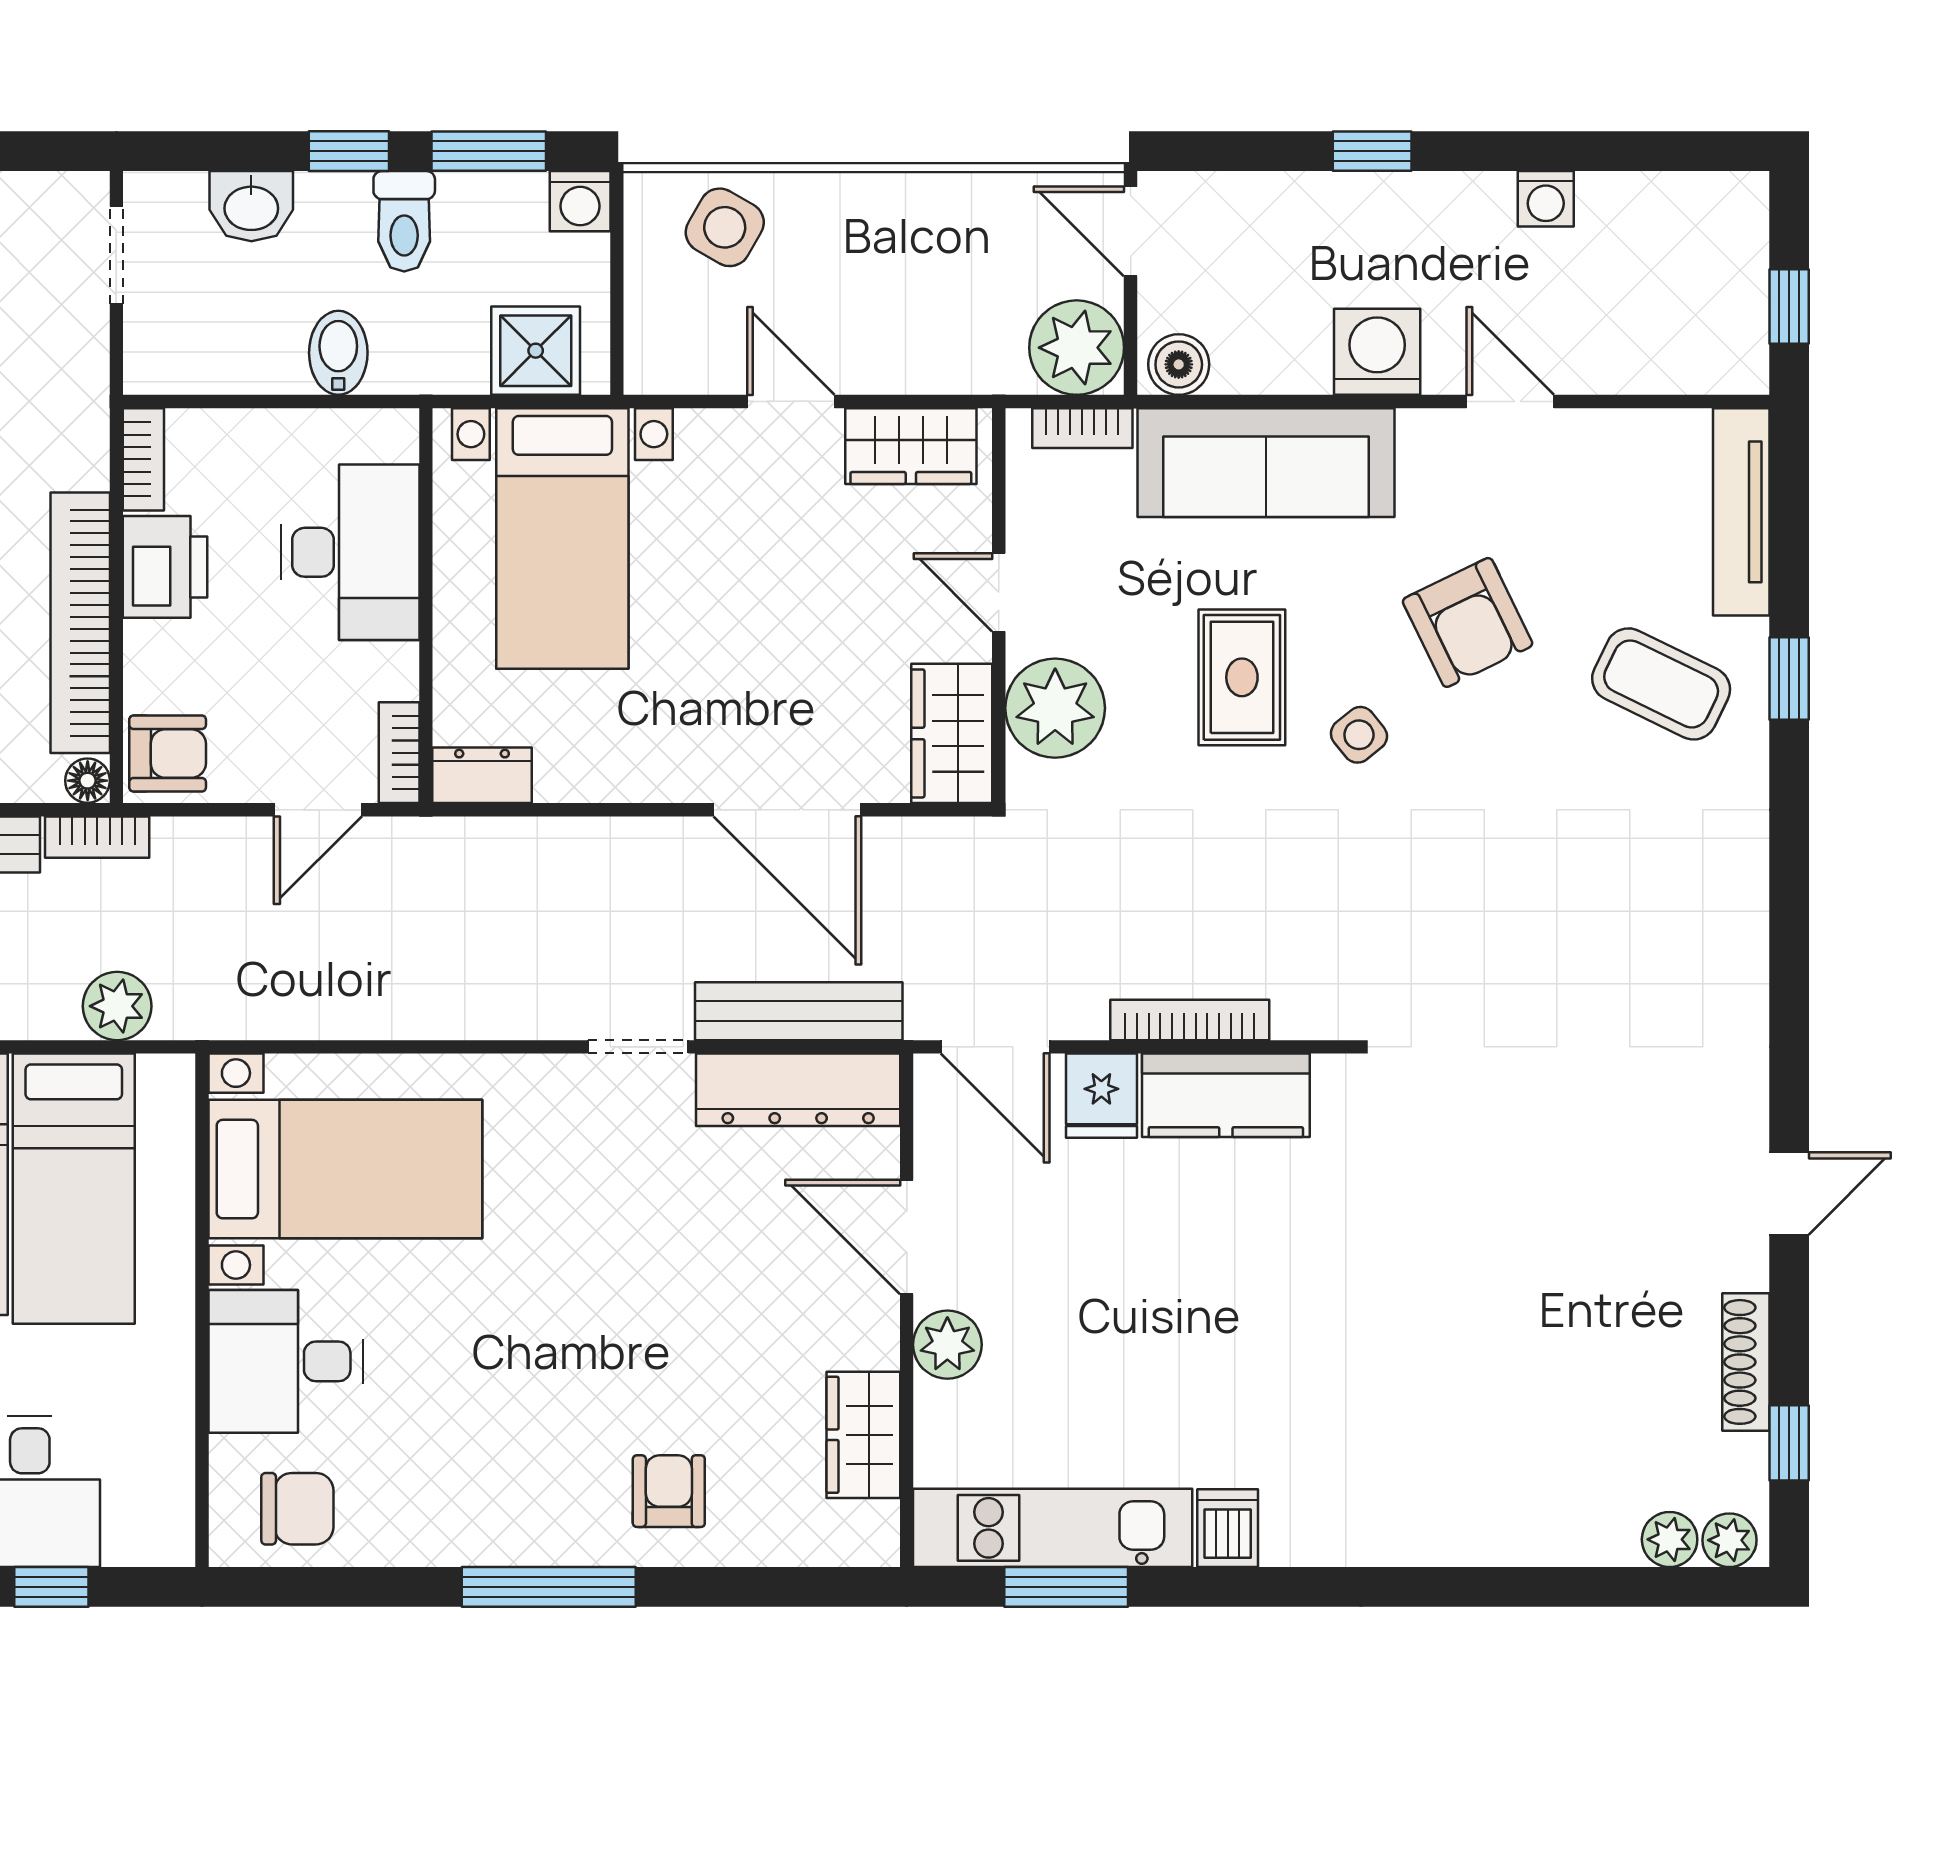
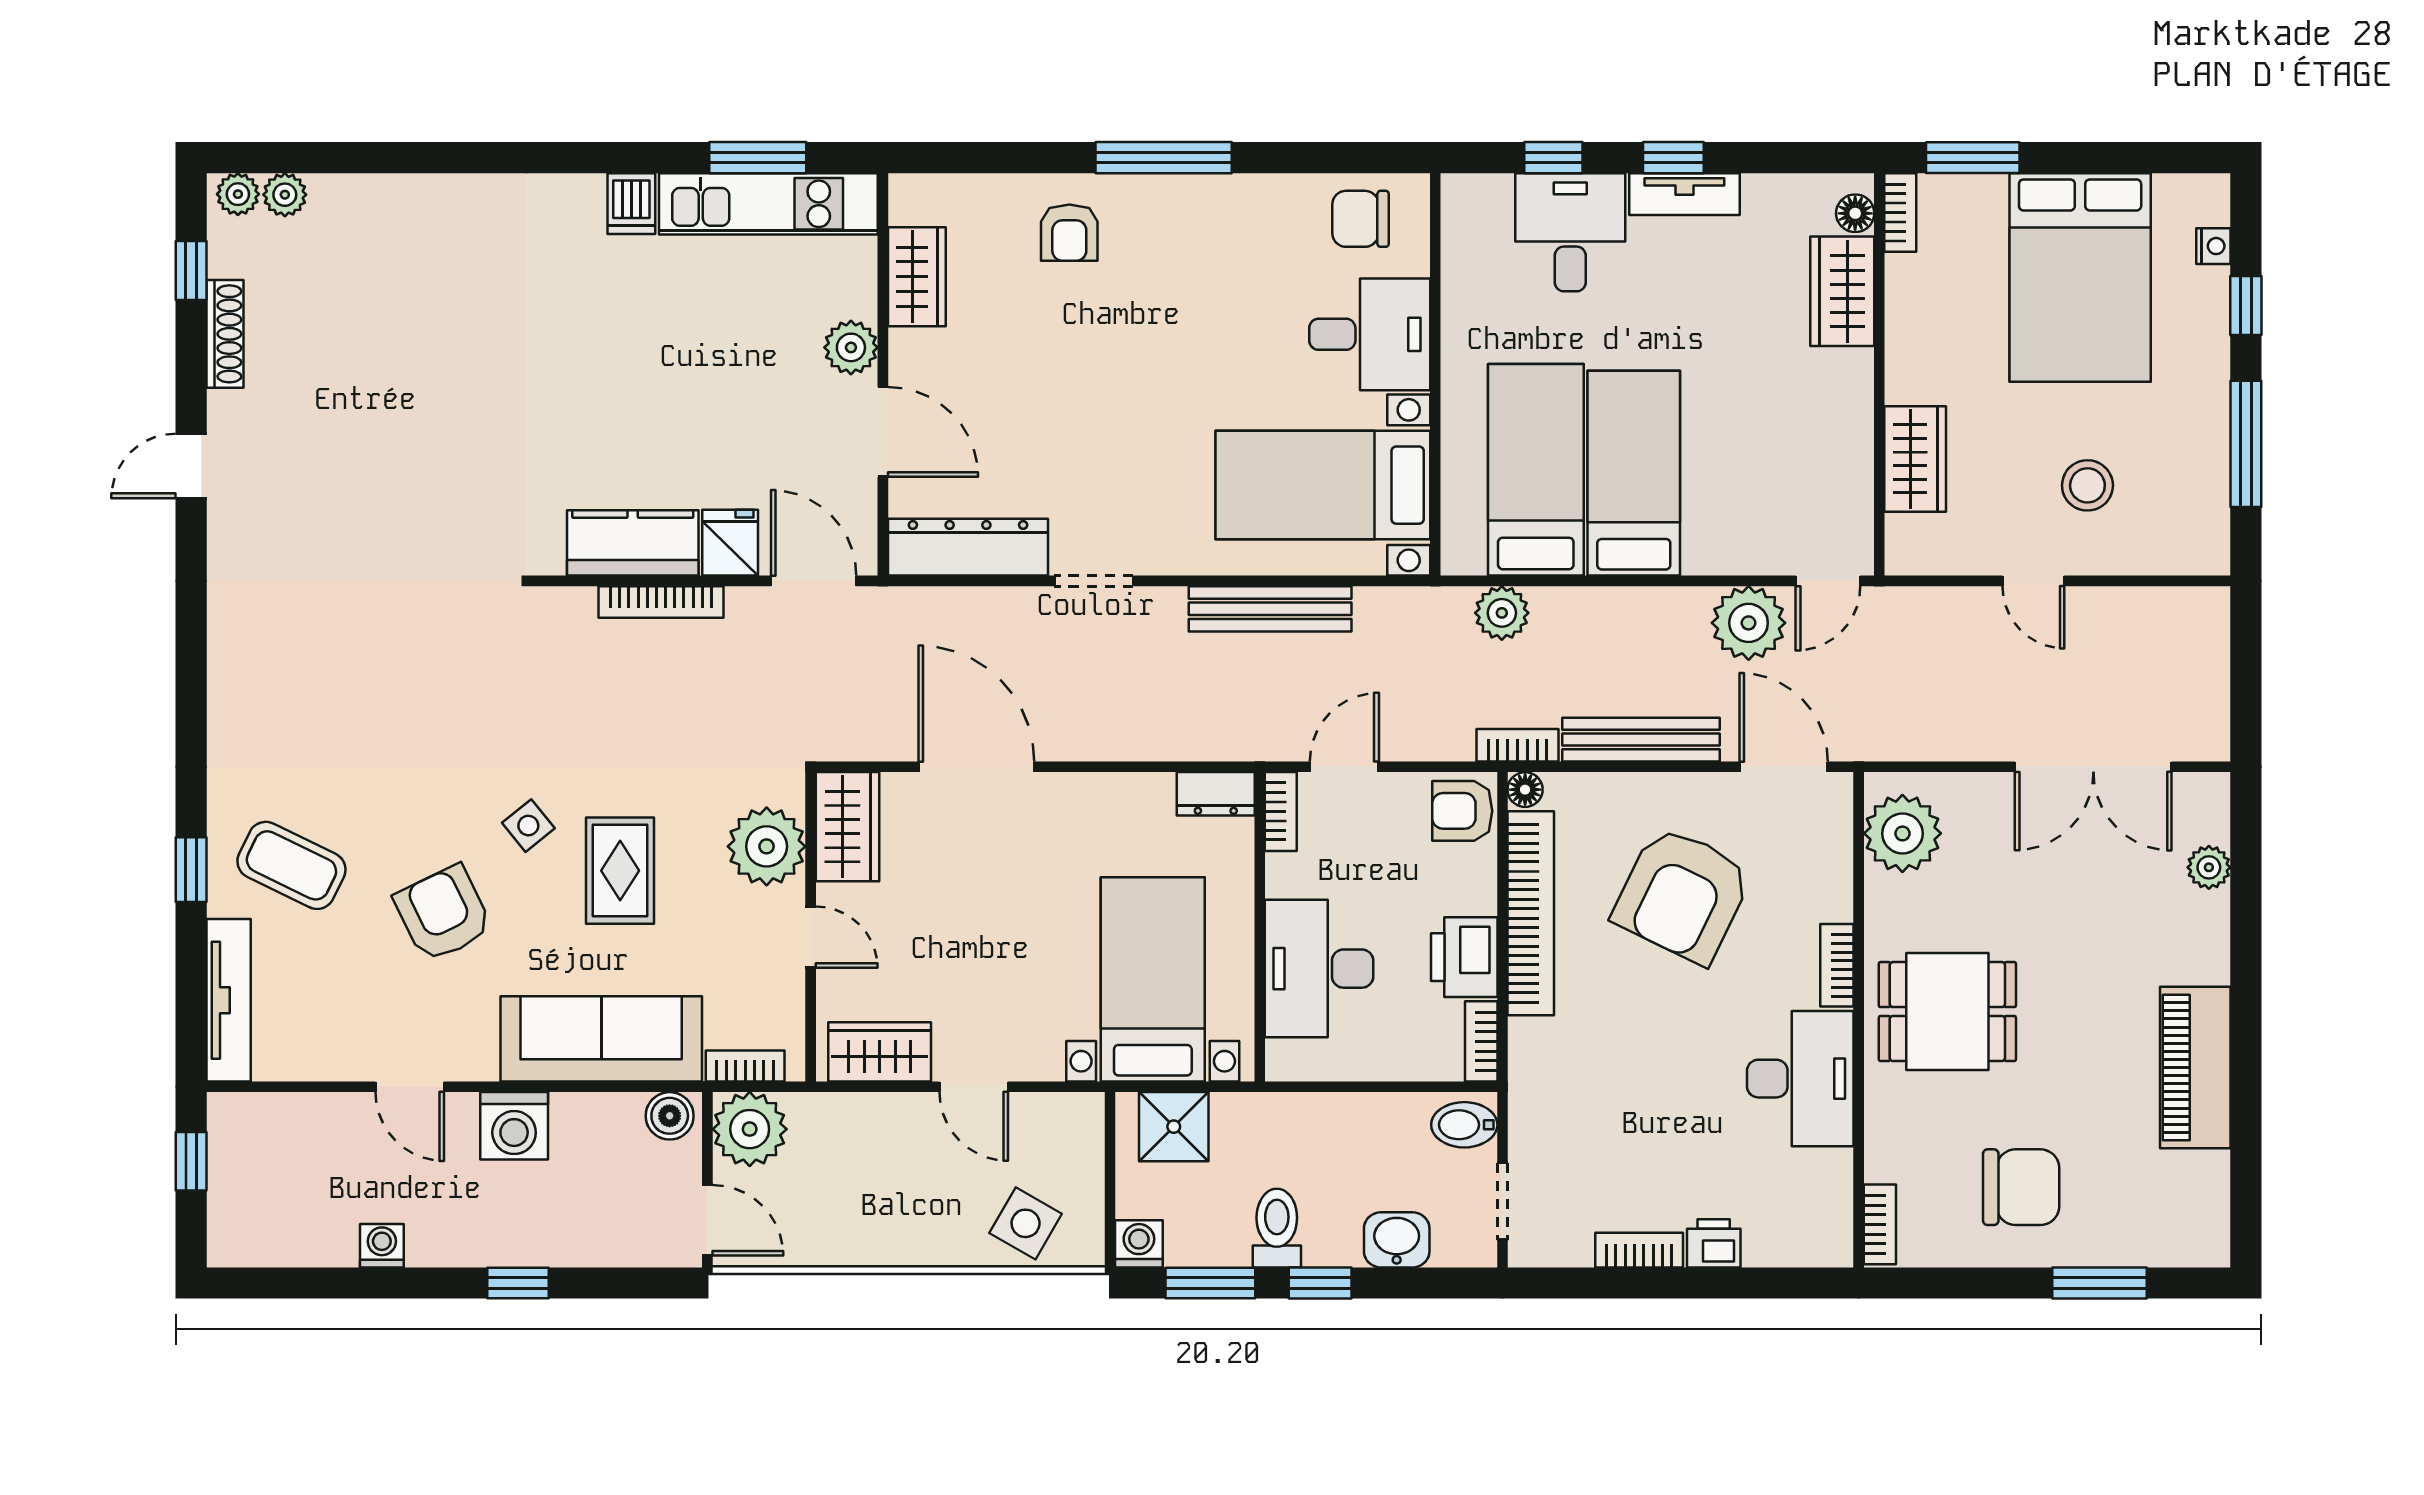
bidet: (338, 353) -> (1464, 1125), moved, turned 90
bench: (799, 1011) -> (1270, 609), moved

